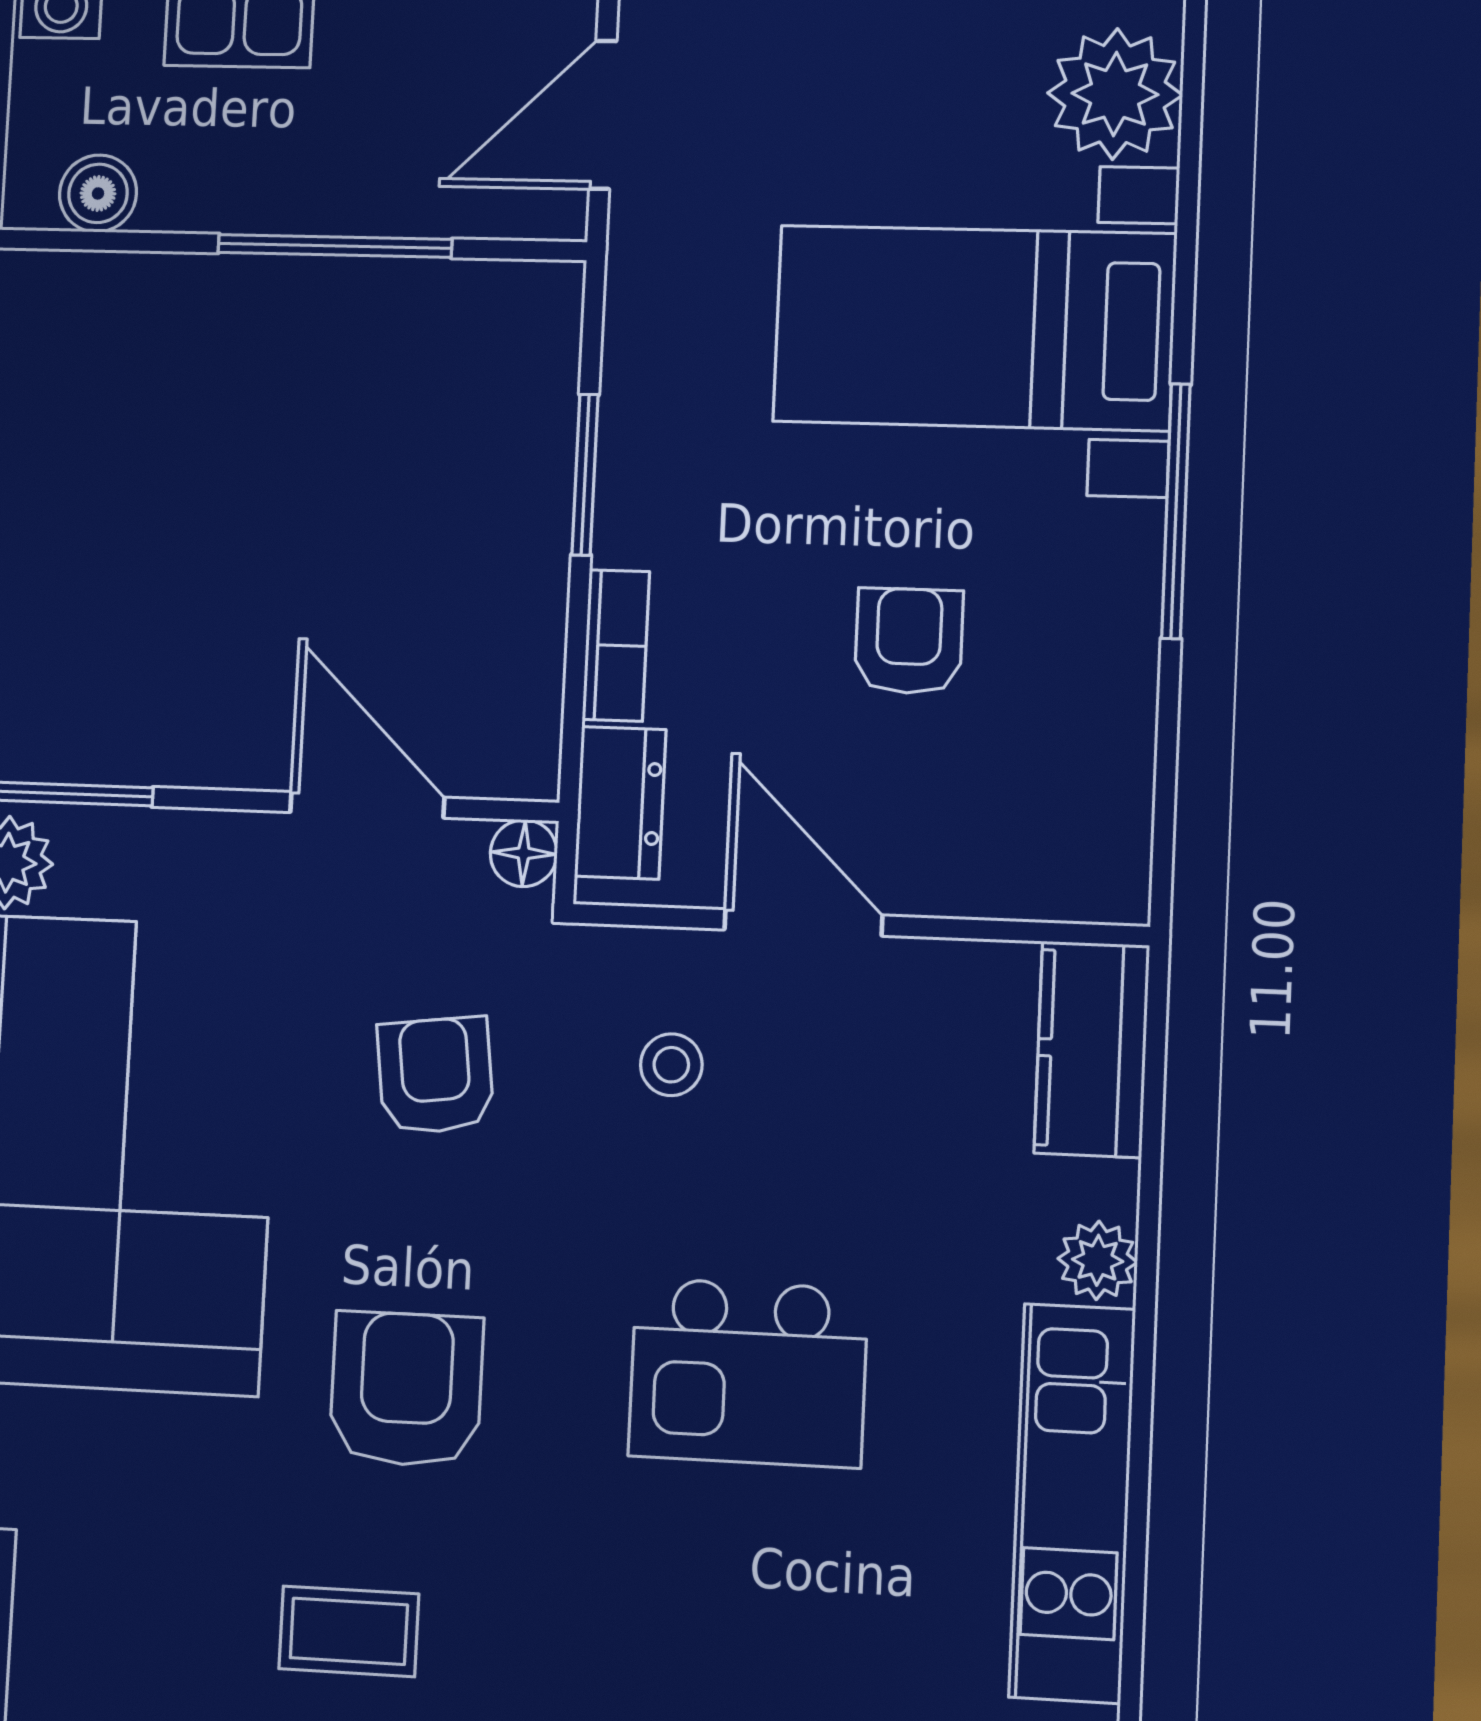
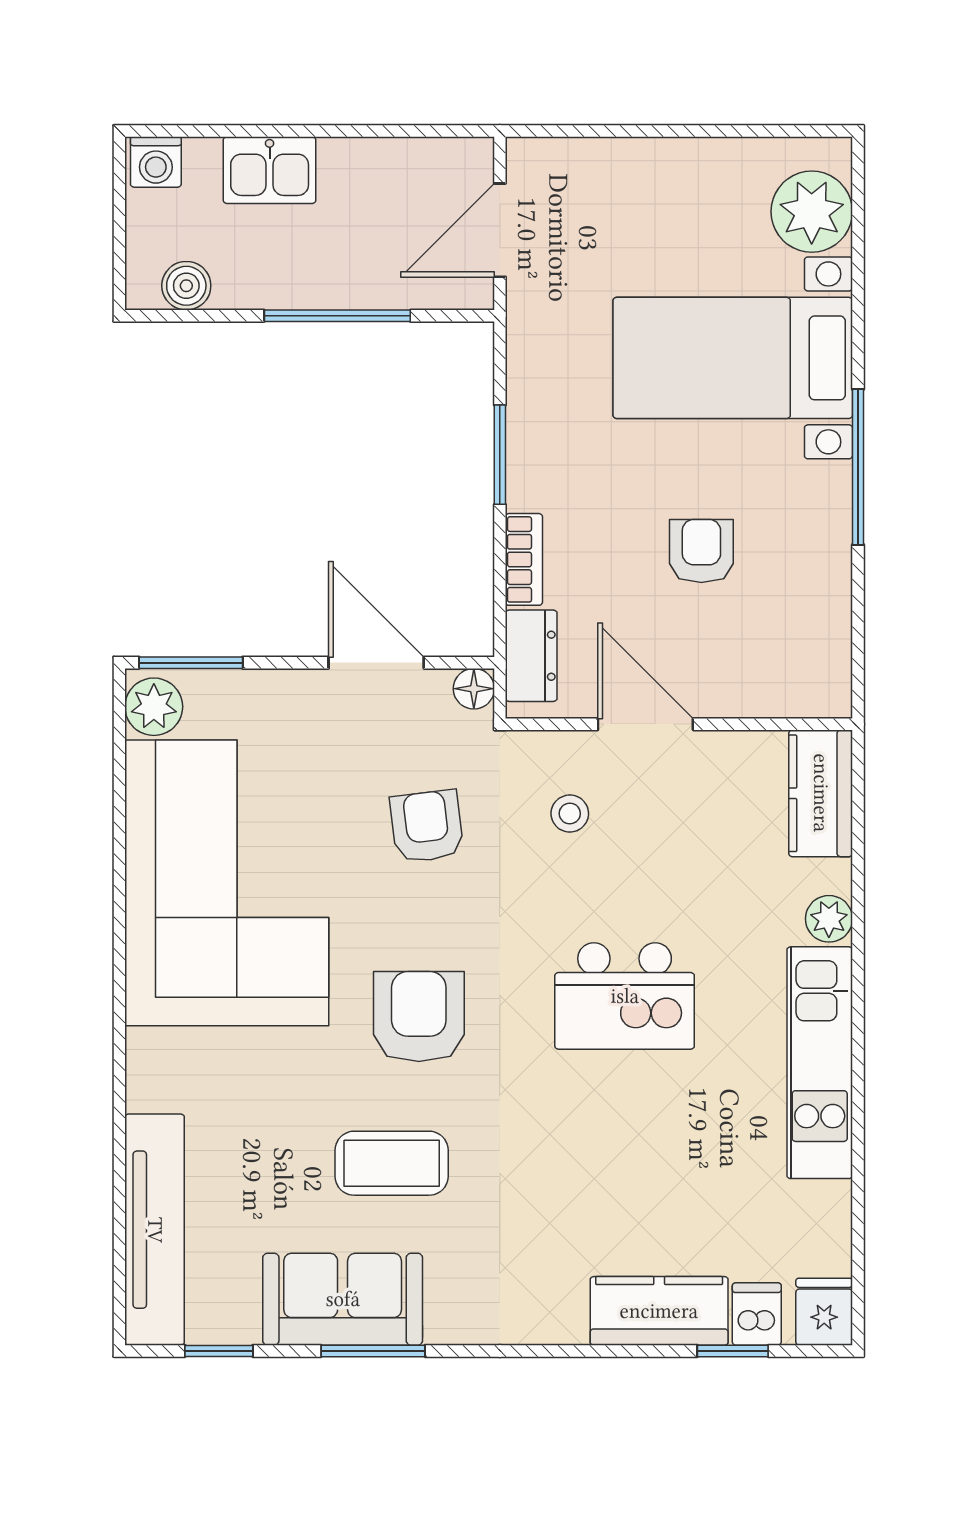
coffee table: (349, 1631) -> (392, 1163), width x1.36, depth x1.30

